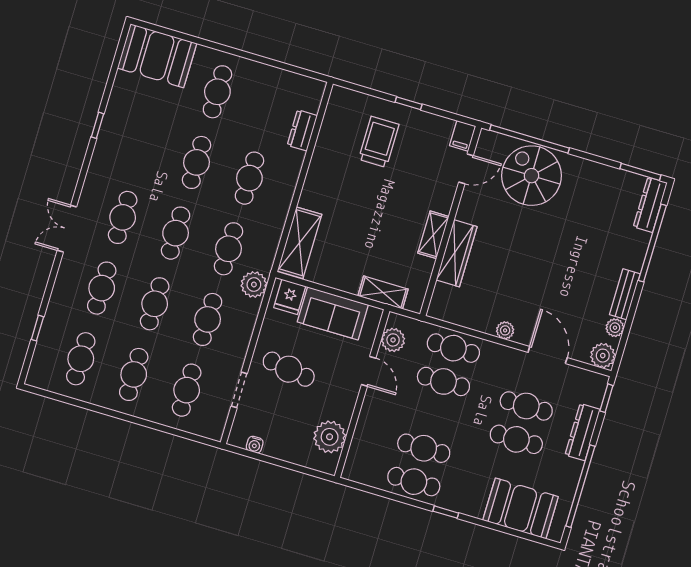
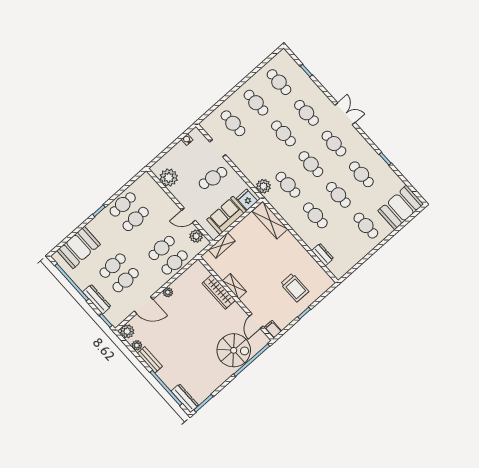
cafe table: (208, 319) -> (361, 174), moved

